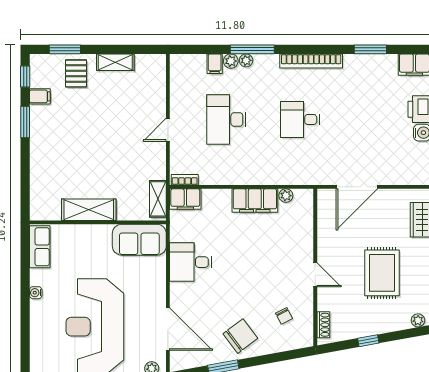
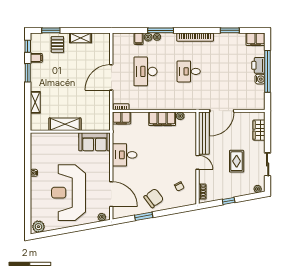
door: (168, 130) -> (111, 77), width x1.87
shelving: (158, 199) -> (35, 102), moved
bench: (326, 225) -> (204, 133), added
row of seats: (40, 247) -> (36, 146), removed
rug: (382, 273) -> (237, 161), width x0.73, depth x0.70

